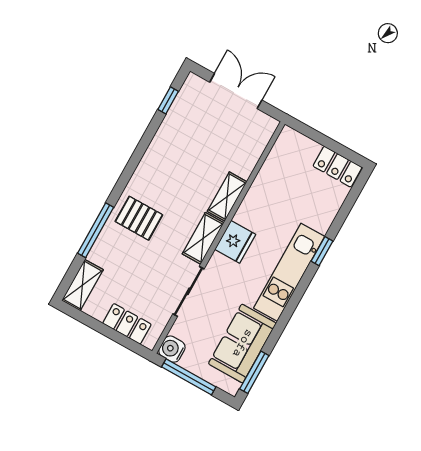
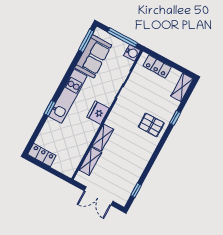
window: (96, 230) -> (175, 118), width x0.46
shelving: (203, 238) -> (90, 161), moved

